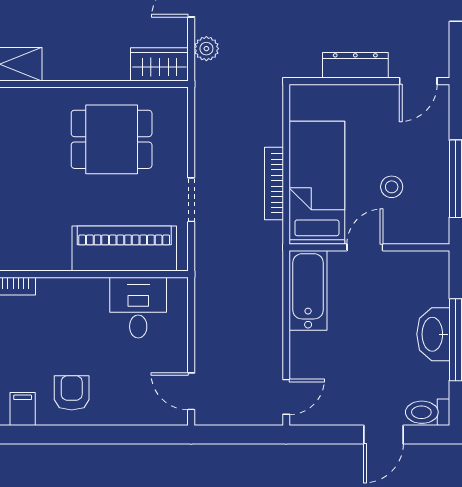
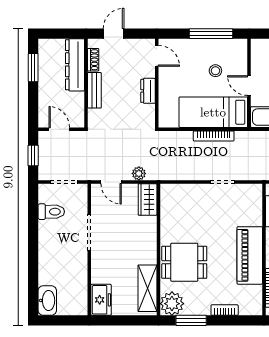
dresser: (355, 65) -> (148, 91), width x0.70
dining table: (112, 139) -> (184, 262), moved, turned 90
piano: (124, 249) -> (250, 255), moved

